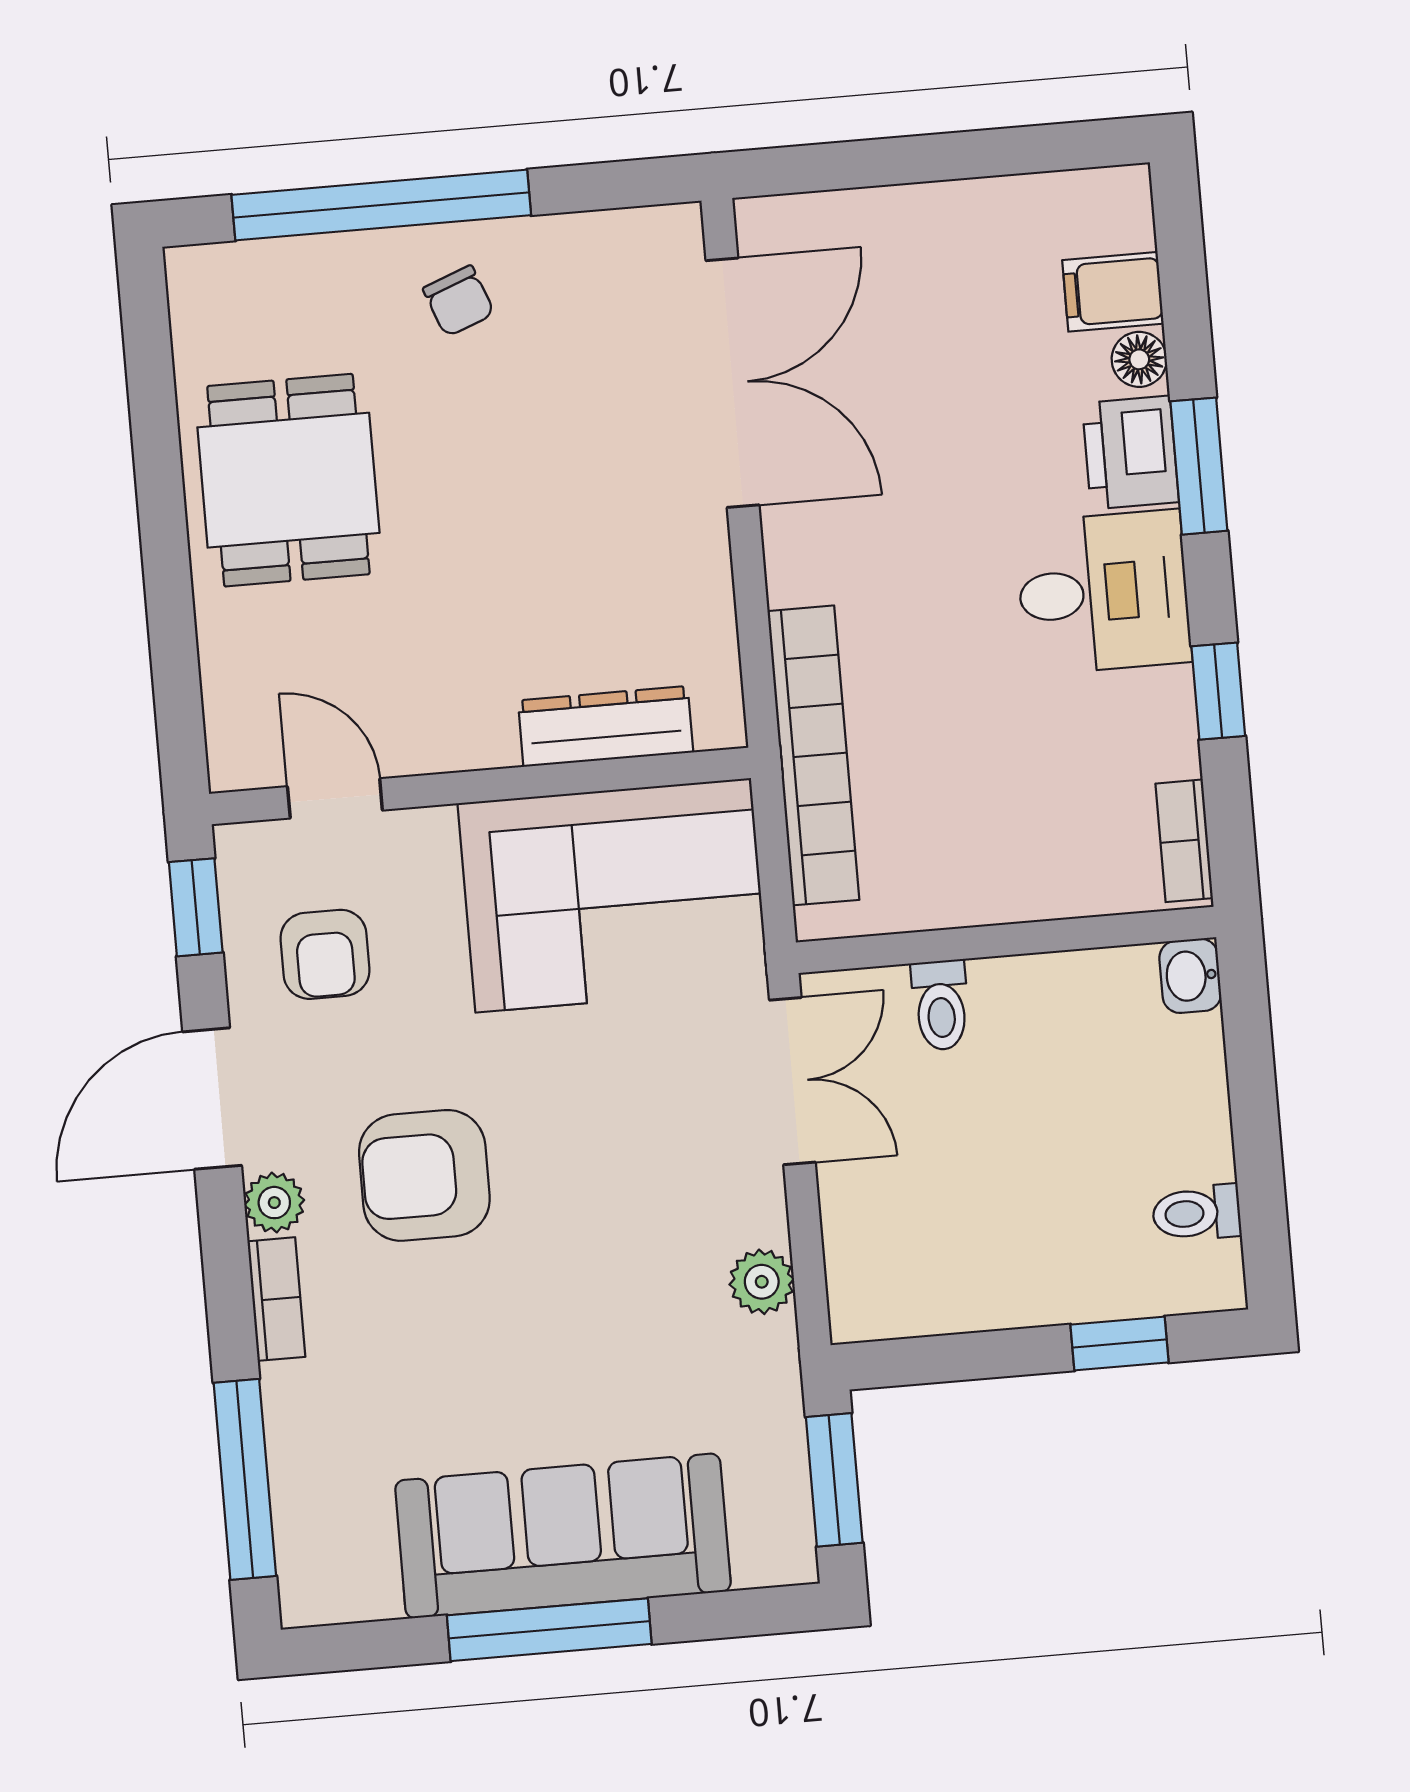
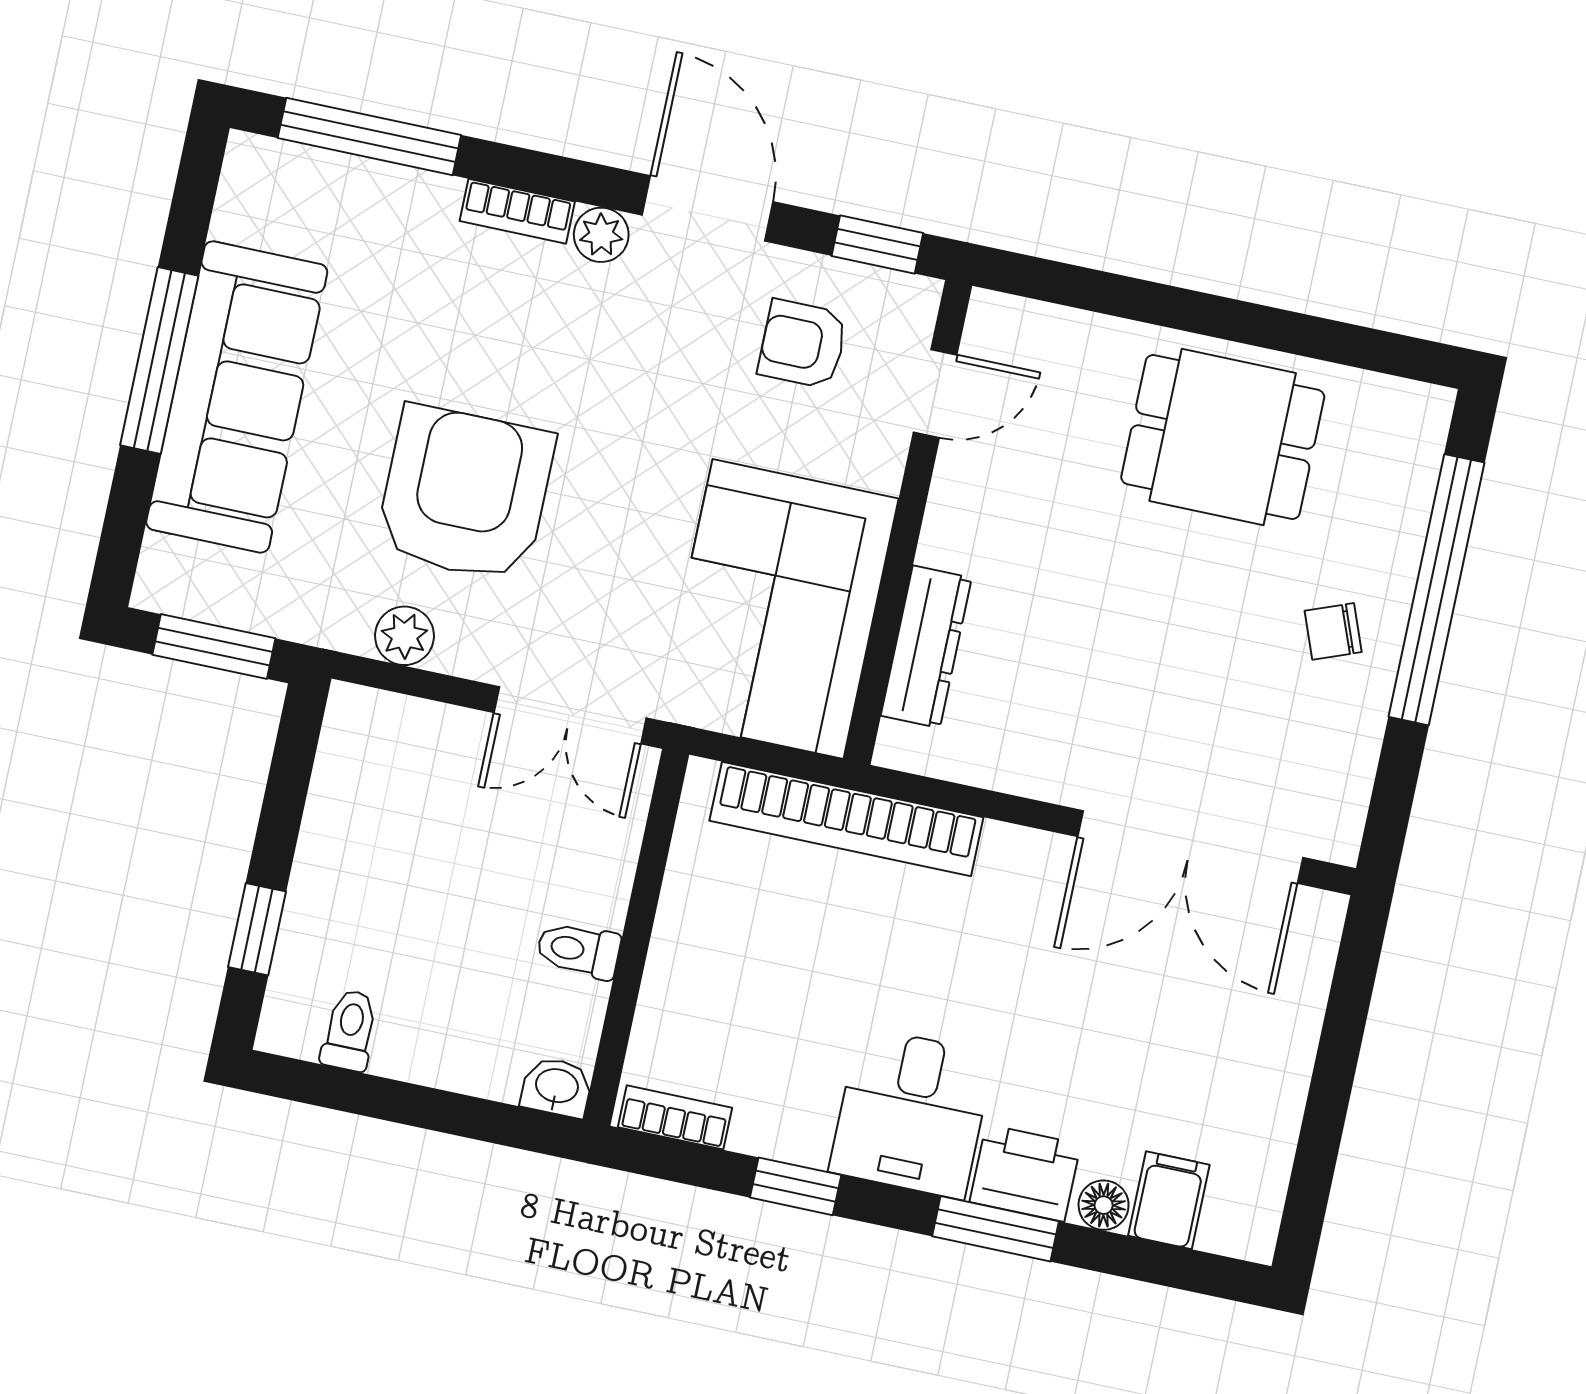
toilet: (941, 1005) -> (578, 950), moved
armchair: (424, 1175) -> (465, 493), moved, width x1.36, depth x1.36

